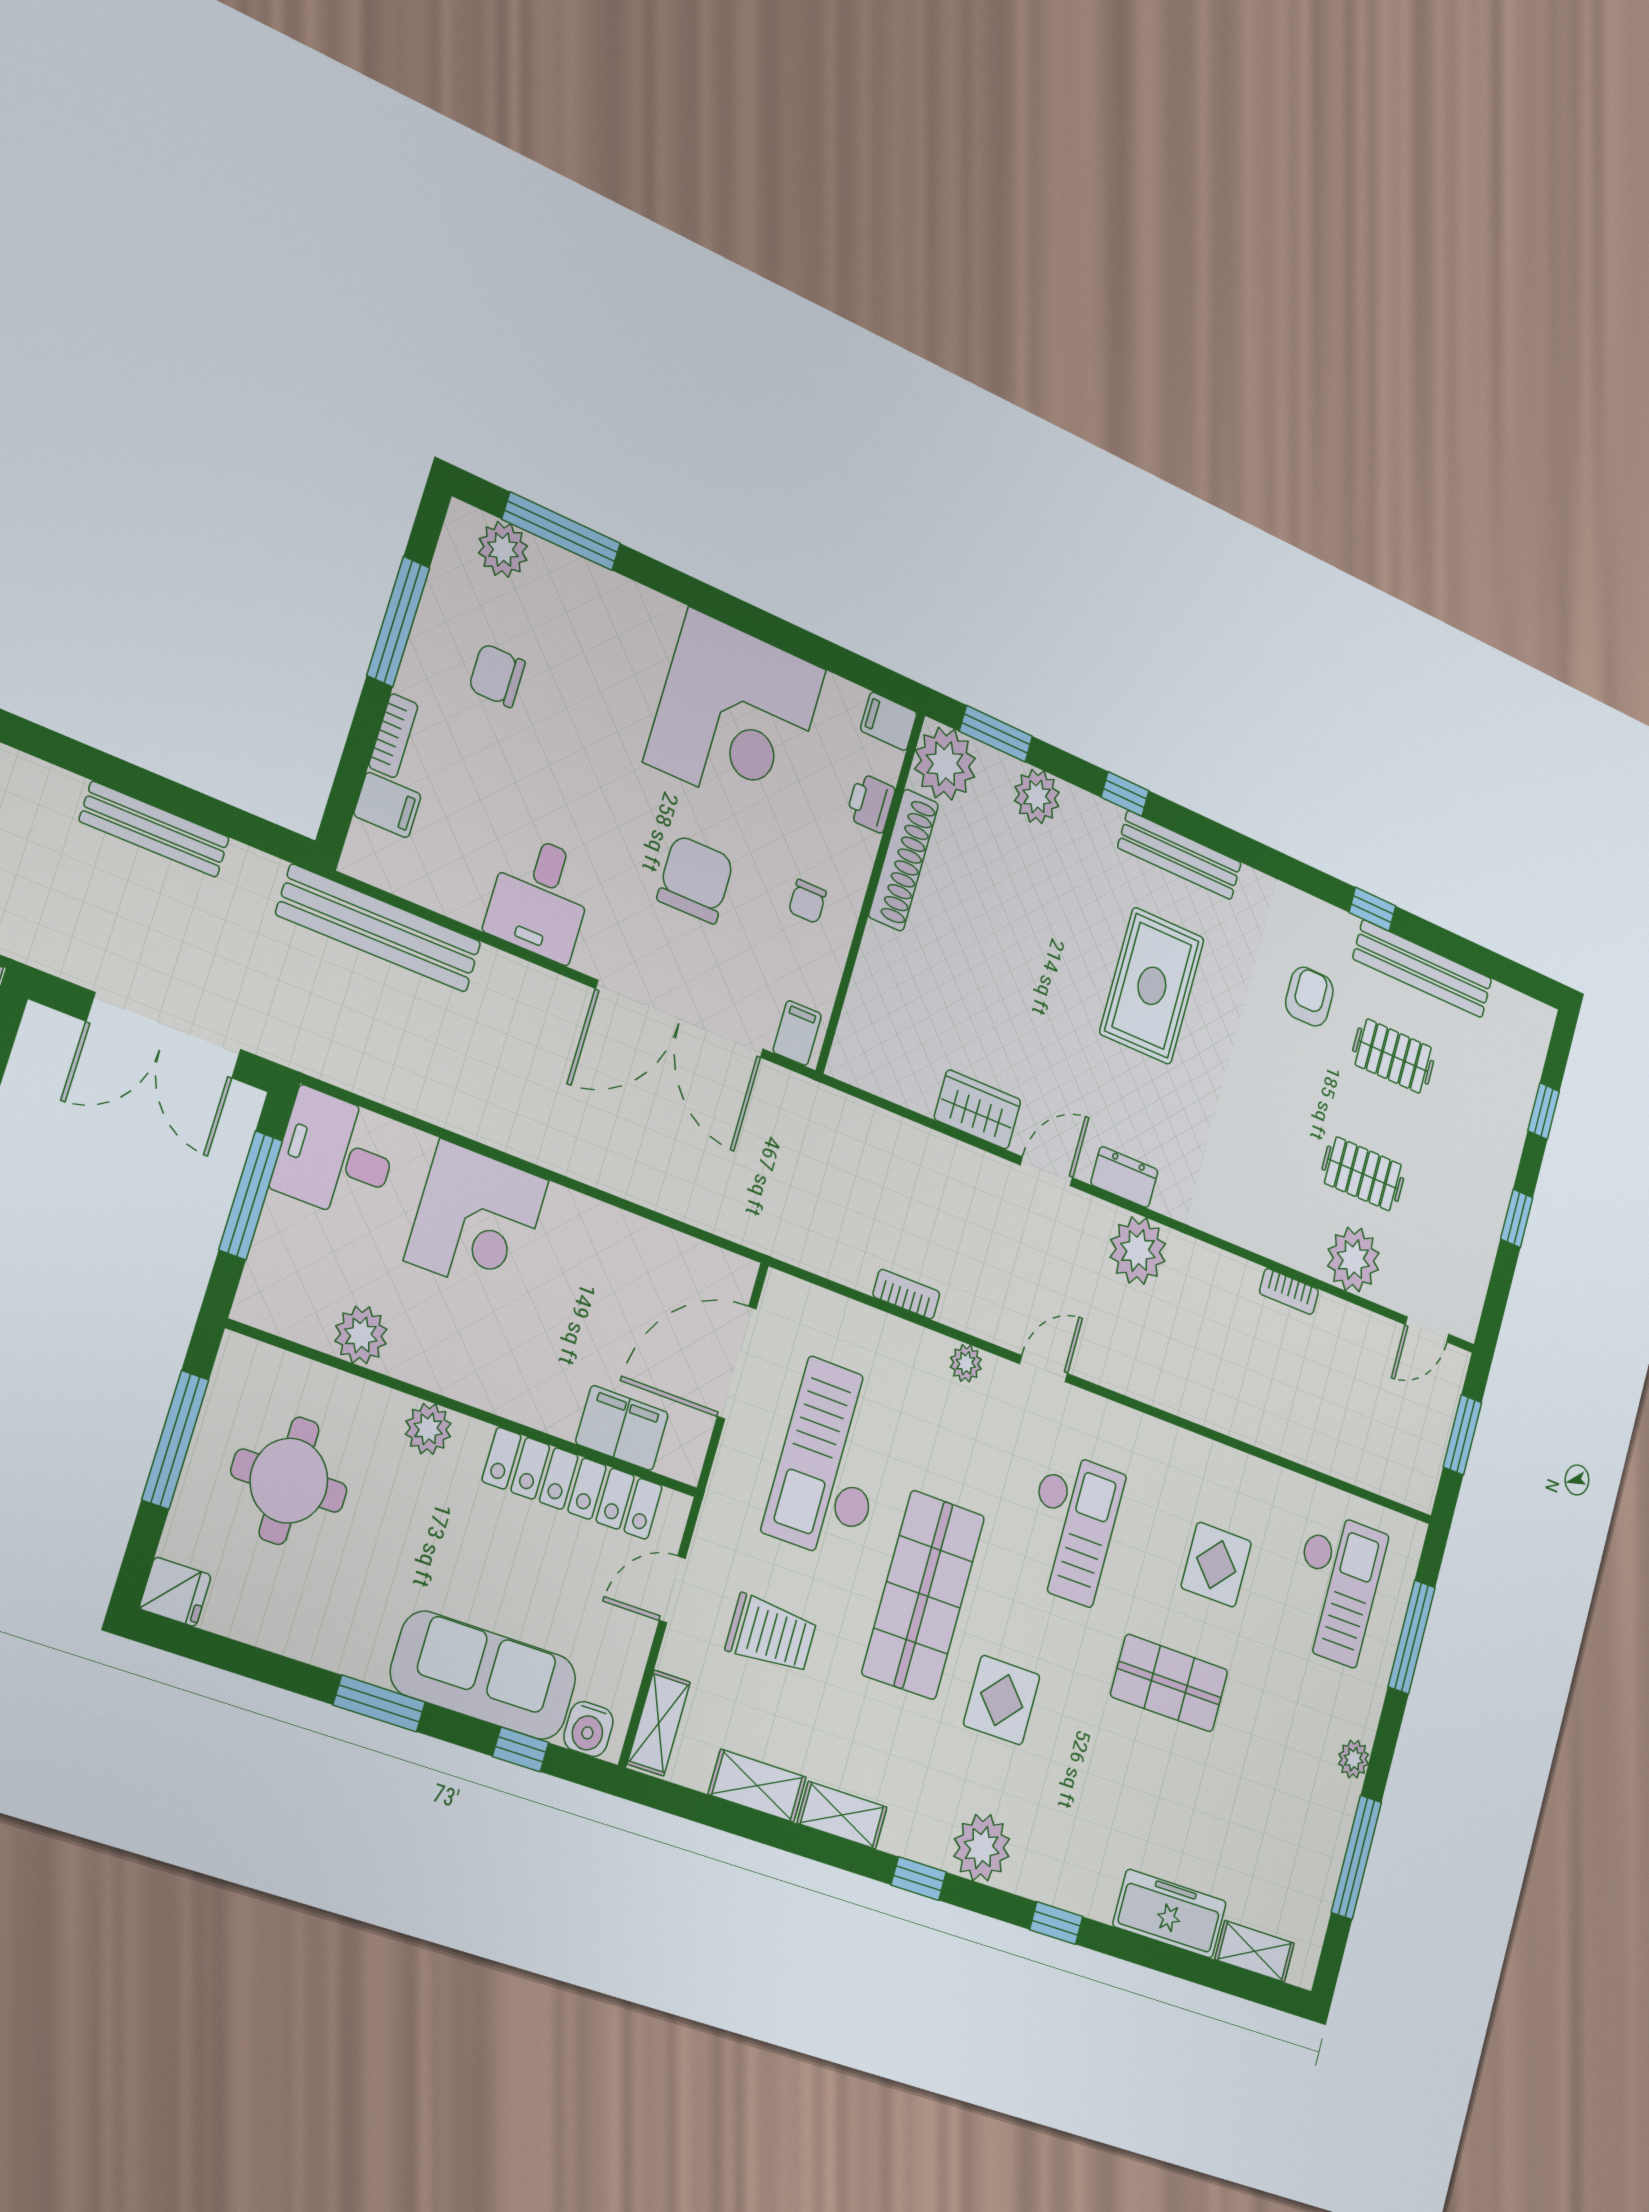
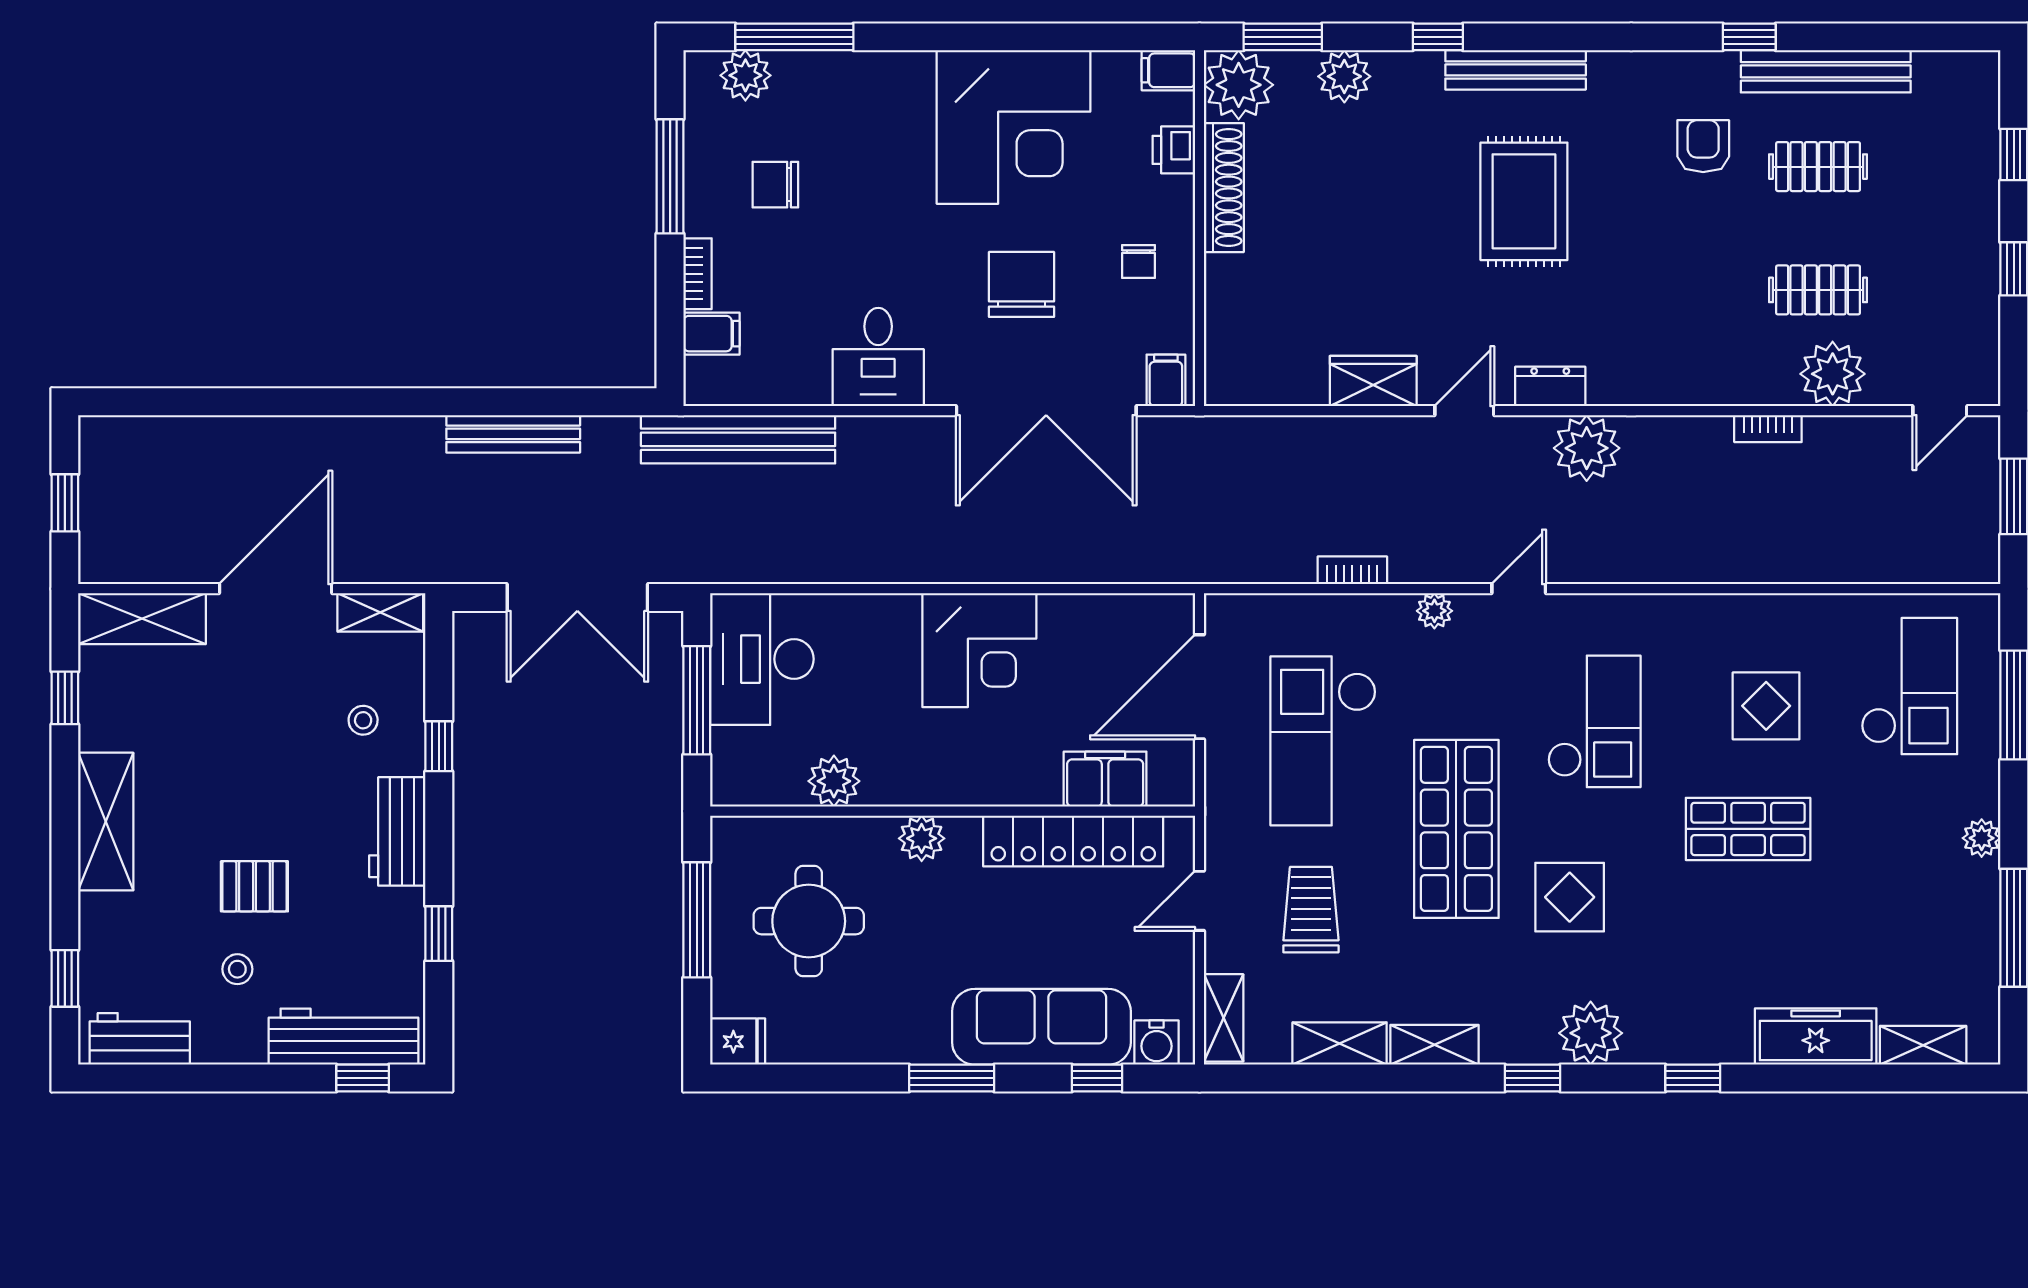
desk: (336, 1155) -> (762, 659), width x1.37
corner desk: (477, 1220) -> (979, 650), moved
trolley: (771, 1634) -> (1311, 910), turned -90

